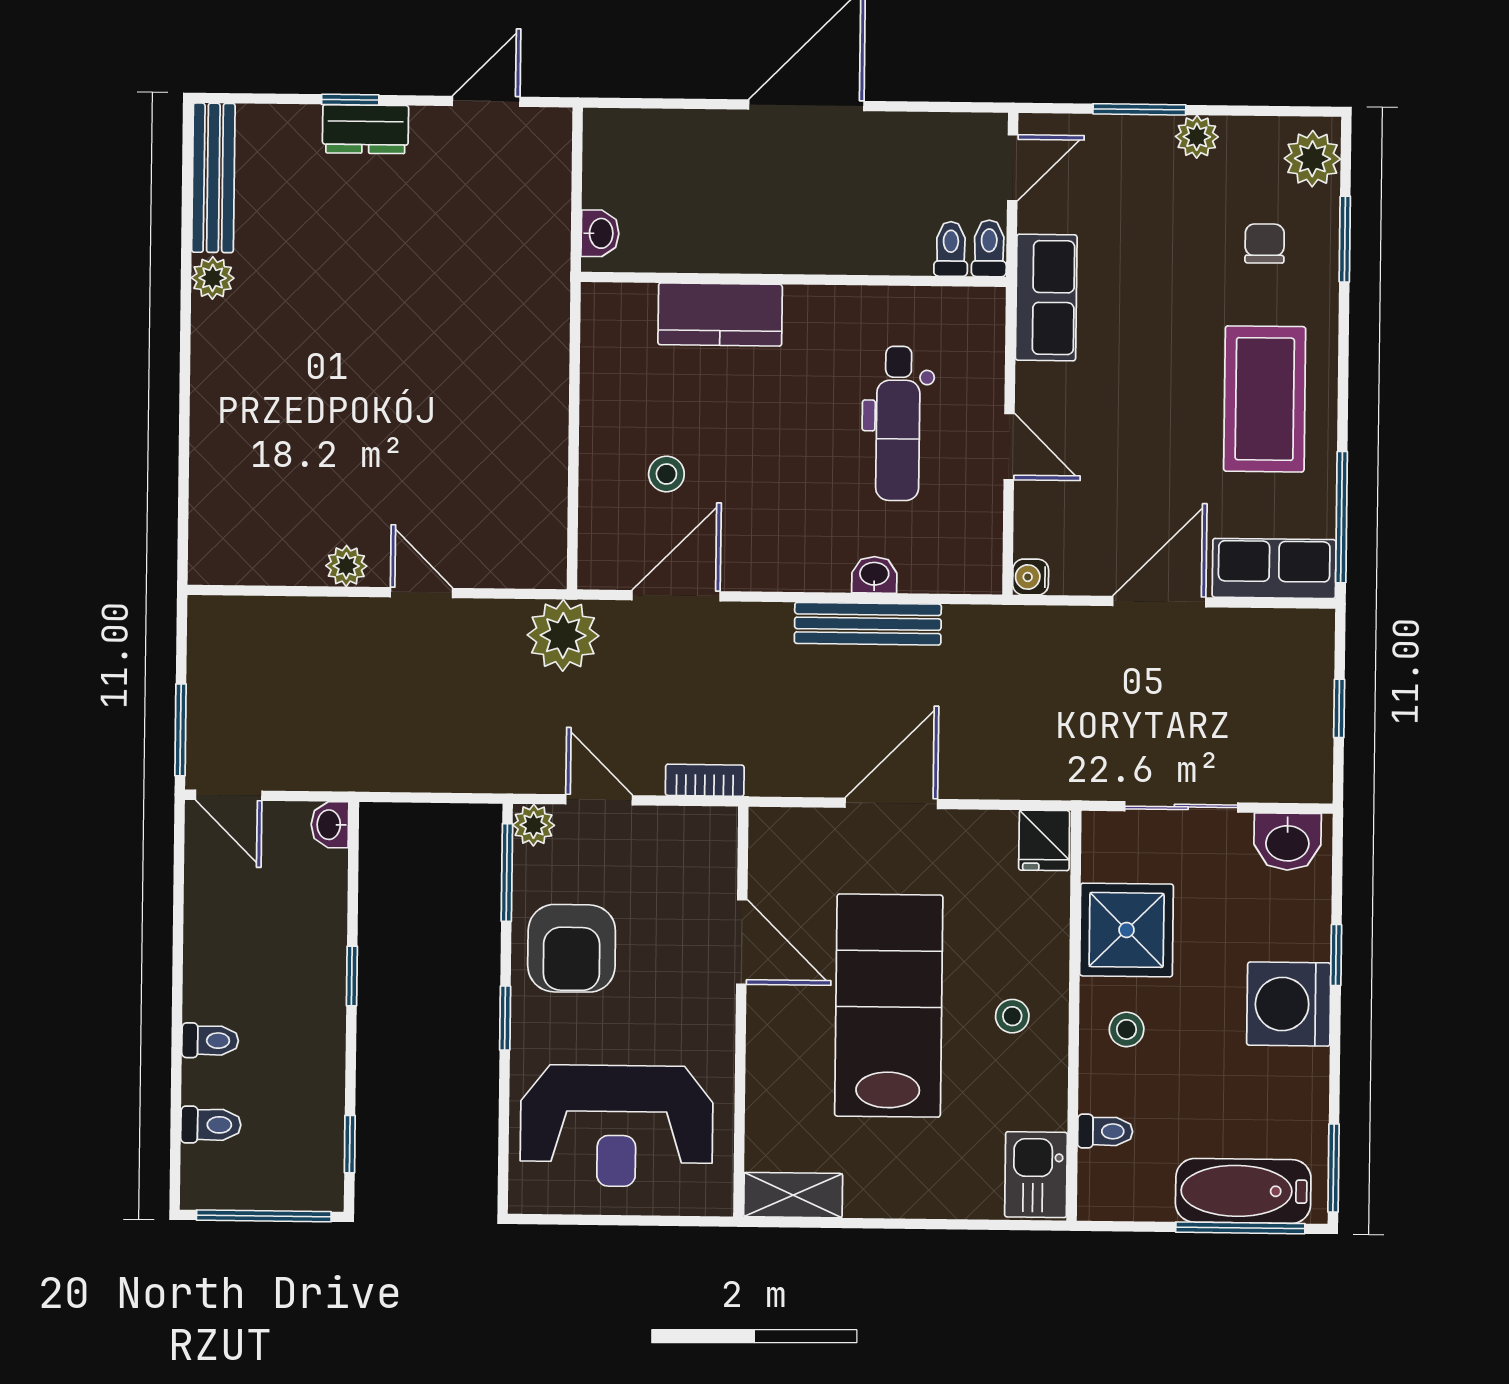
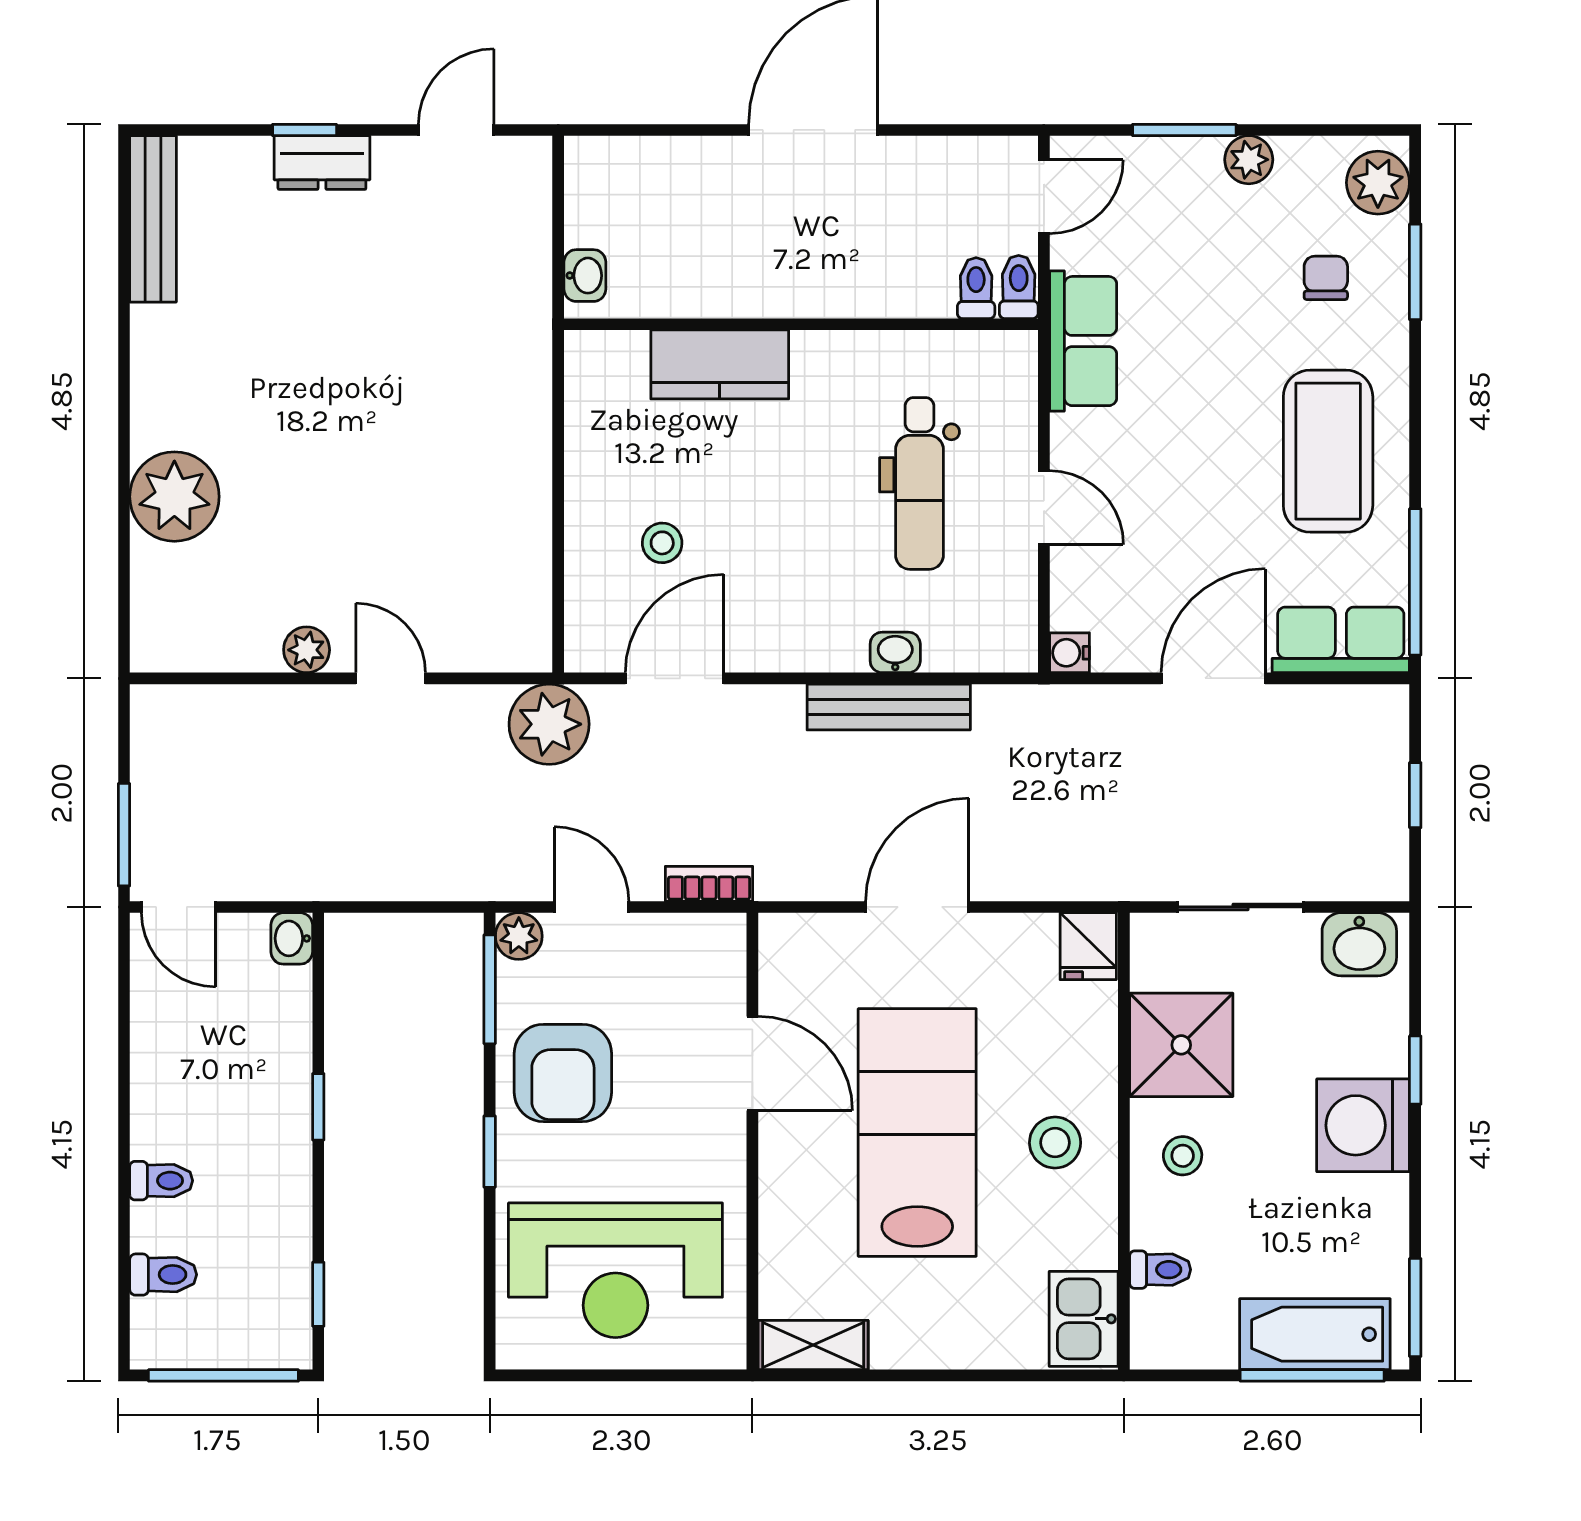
plant: (213, 278) -> (174, 497), moved, width x1.88, depth x1.88
stool: (1012, 1016) -> (1055, 1143), width x1.37, depth x1.37

